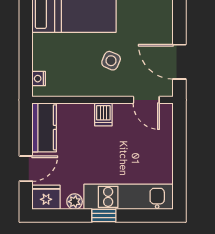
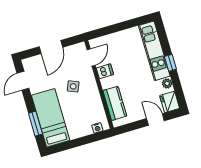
door: (179, 62) -> (51, 47), moved
dishwasher: (103, 114) -> (105, 71), moved
kitchen counter: (44, 127) -> (115, 103), moved, turned 90

